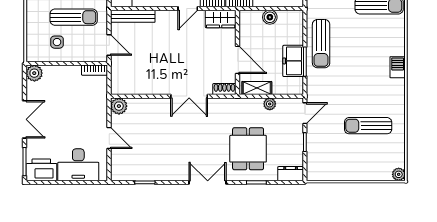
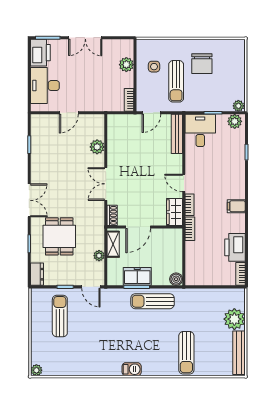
boiler: (270, 17) -> (176, 279), moved
plant: (34, 73) -> (126, 65), moved
plant: (119, 106) -> (97, 147), moved
sun lounger: (368, 126) -> (60, 316), moved
dining table: (248, 149) -> (59, 236), turned 90

